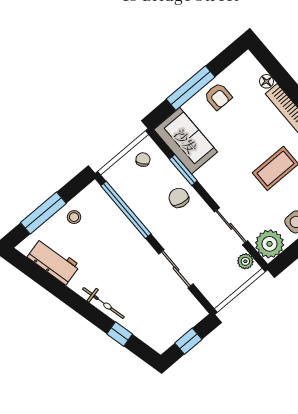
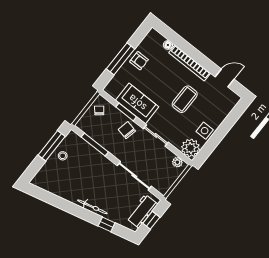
sofa: (186, 141) -> (137, 103), moved
window: (126, 210) -> (95, 145), width x0.68
window: (43, 213) -> (52, 146), moved
sliding door: (231, 226) -> (156, 135), moved
workbench: (54, 261) -> (142, 211), moved, turned -76
sliding door: (176, 269) -> (134, 176), width x1.37

